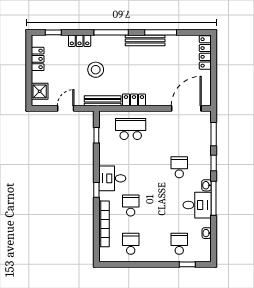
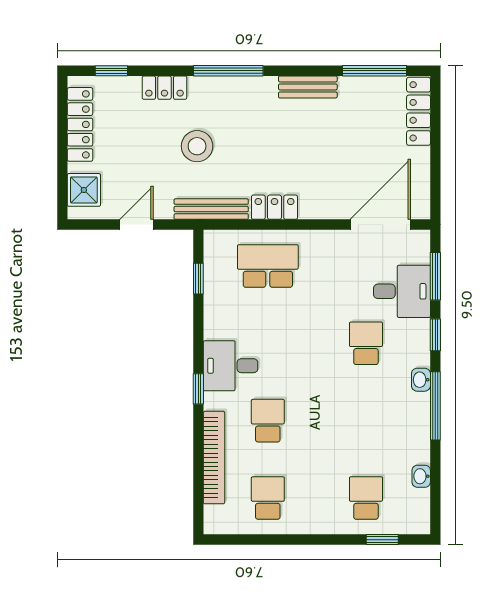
window: (161, 32) -> (374, 71), moved
bench: (145, 40) -> (308, 87), width x0.73
locker: (38, 59) -> (80, 124), width x1.53
desk: (197, 205) -> (402, 291), moved

